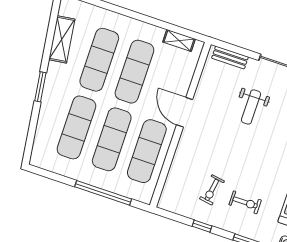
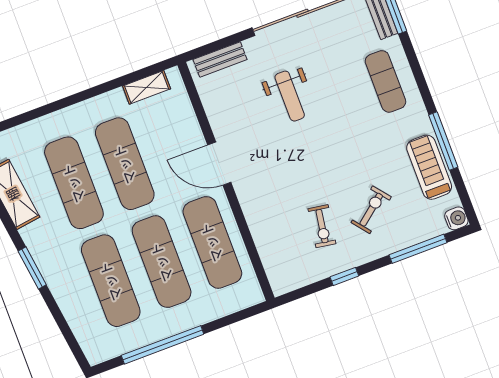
window: (103, 193) -> (163, 345), moved
exercise bike: (245, 202) -> (371, 210), turned -39

